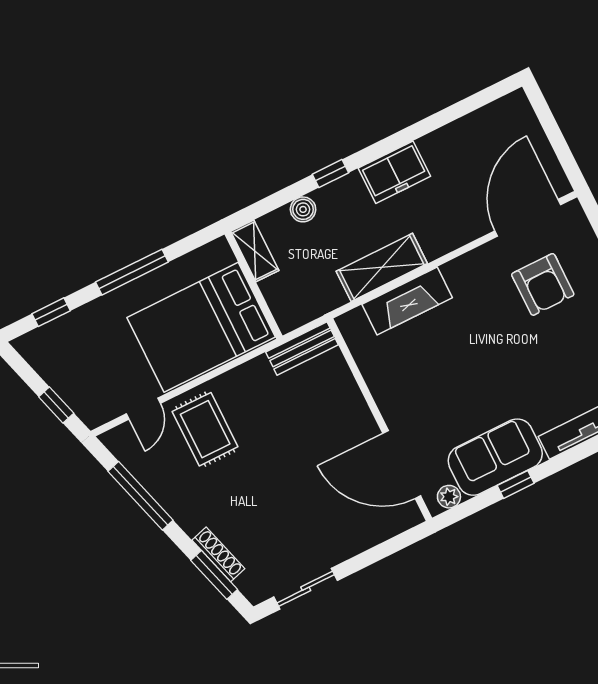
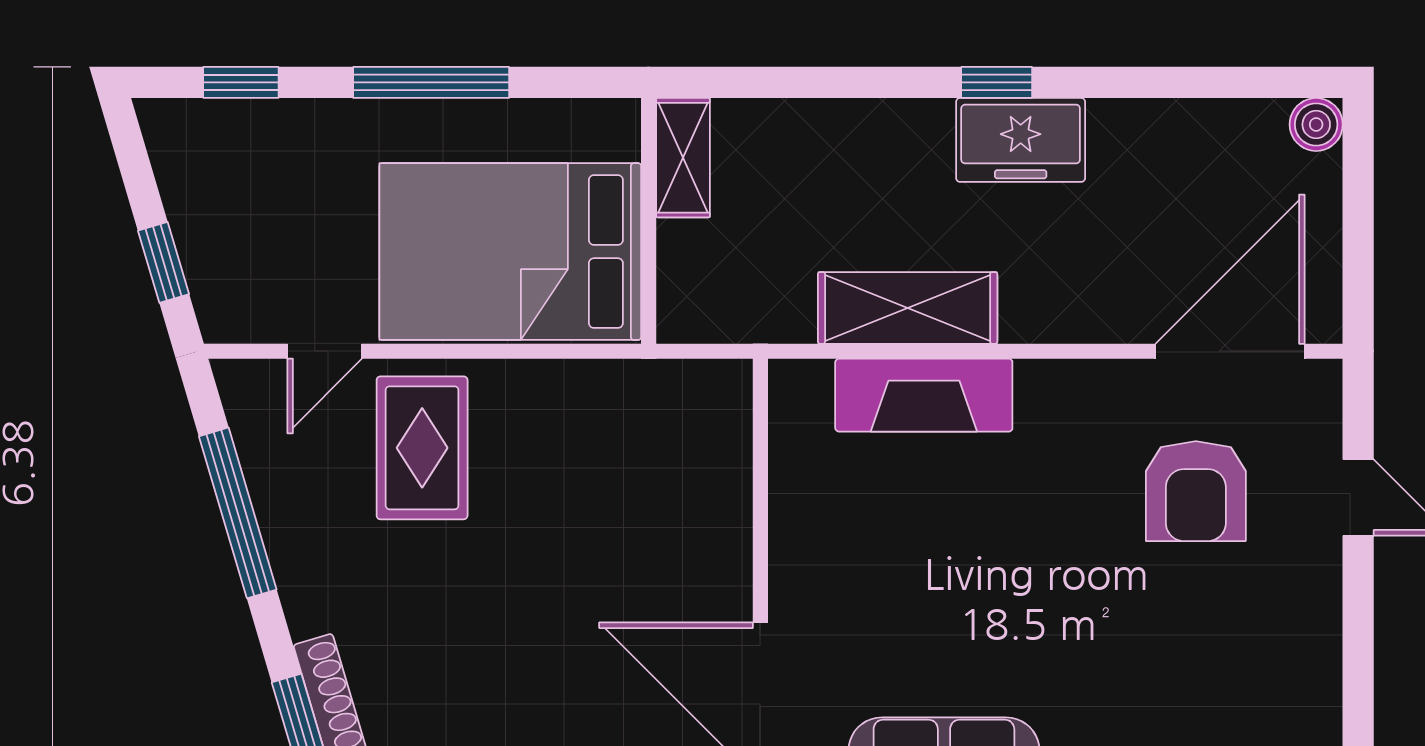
window: (330, 174) -> (997, 82), moved
boiler: (303, 209) -> (1316, 124), moved
bench: (302, 348) -> (681, 386), removed

